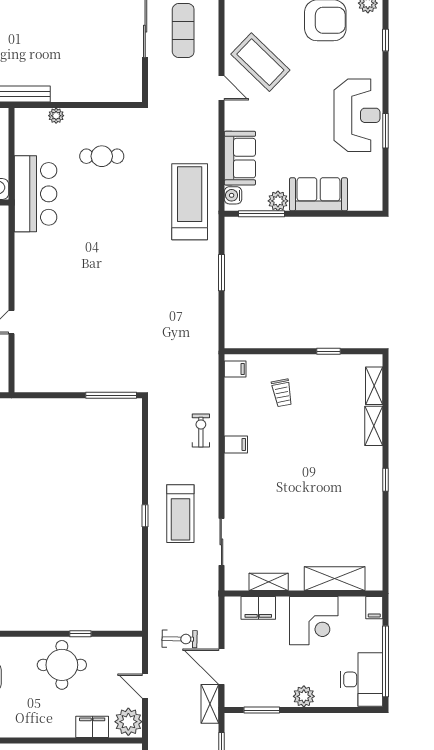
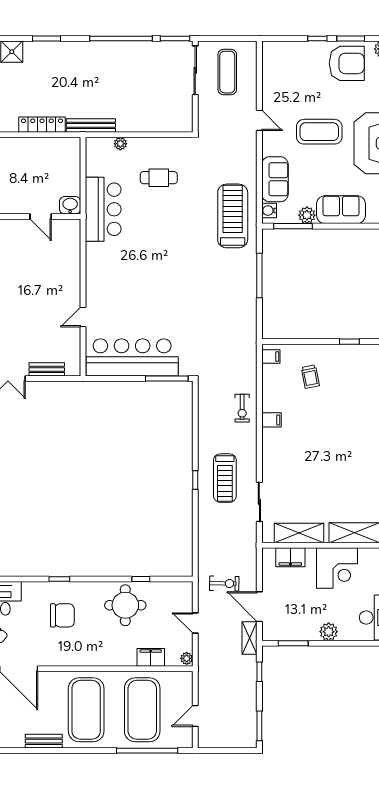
coffee table: (260, 62) -> (319, 132), moved, turned -44
window: (221, 273) -> (259, 275), width x1.44
bar counter: (70, 370) -> (132, 357), added
exercise bike: (201, 430) -> (242, 408), turned 180
shelving: (269, 582) -> (299, 533), width x1.50, depth x1.33
plant: (128, 722) -> (187, 658), width x0.53, depth x0.53

